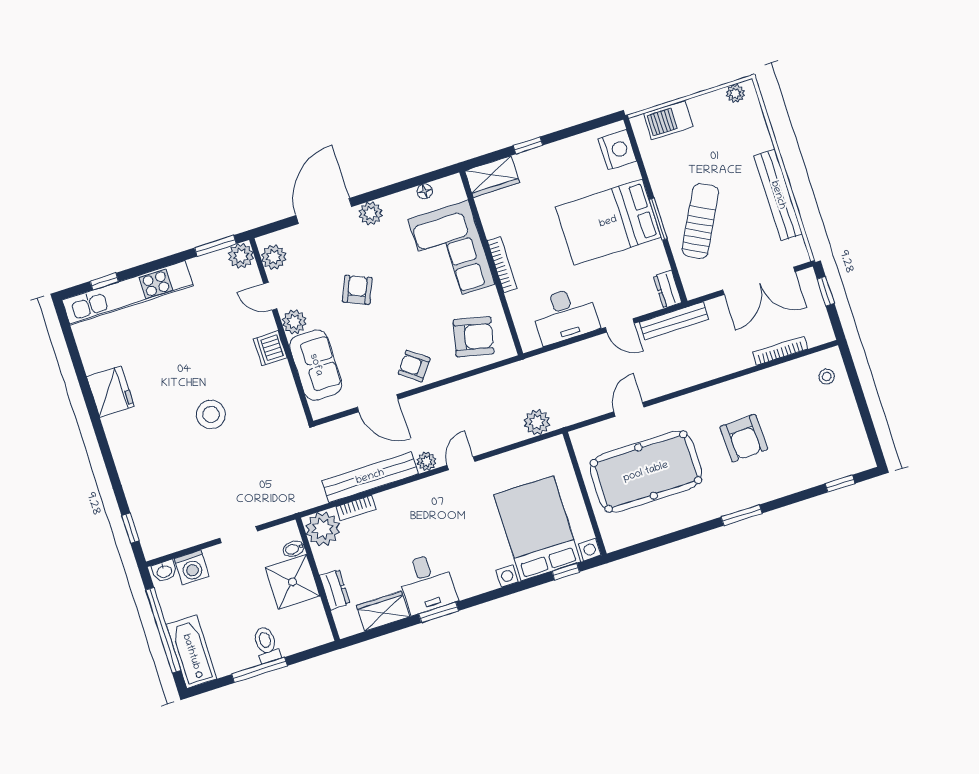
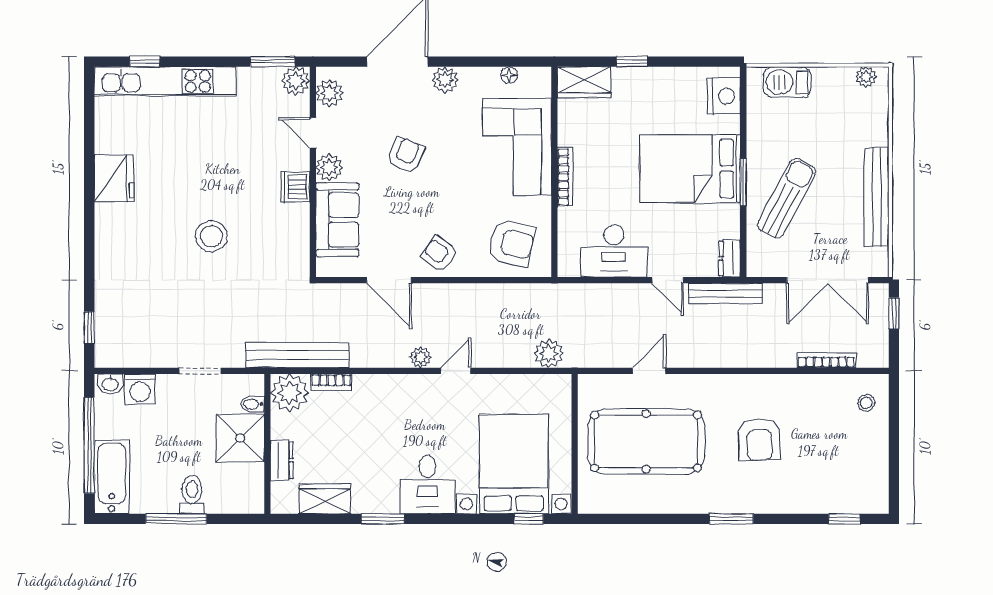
bench: (370, 477) -> (297, 355), moved
desk: (427, 583) -> (427, 485), moved

